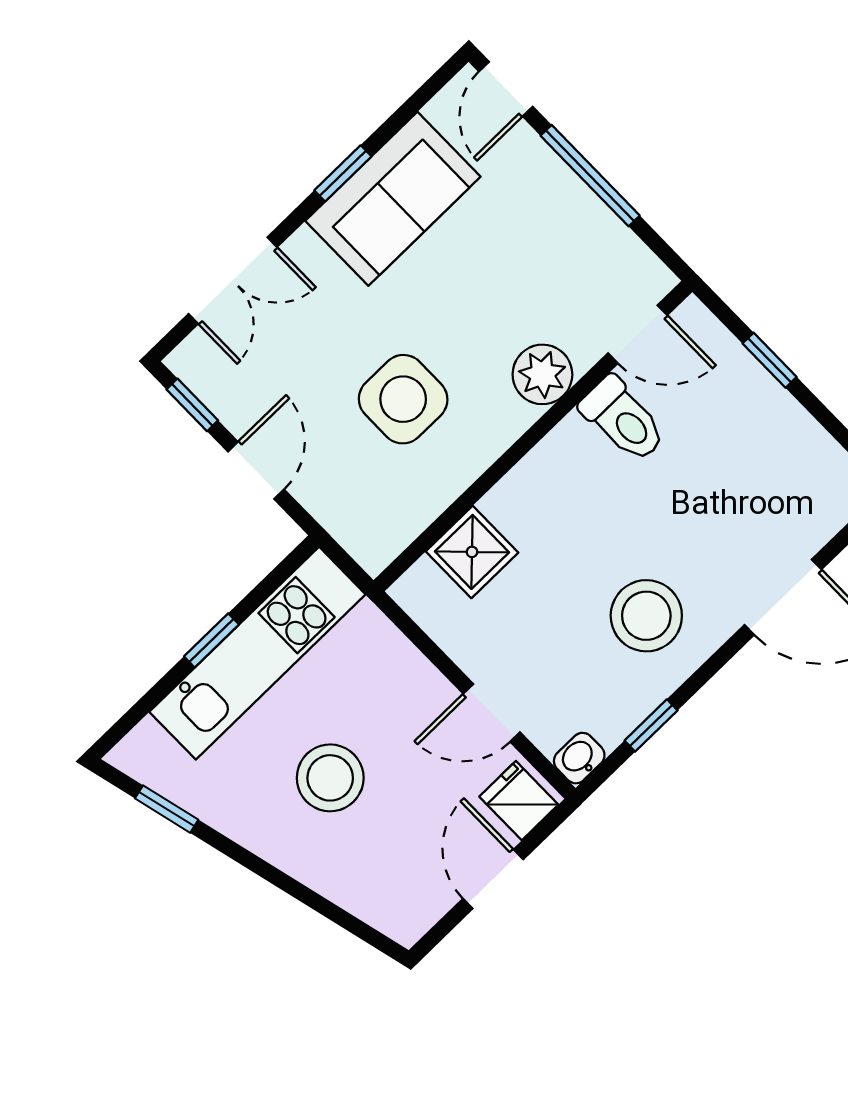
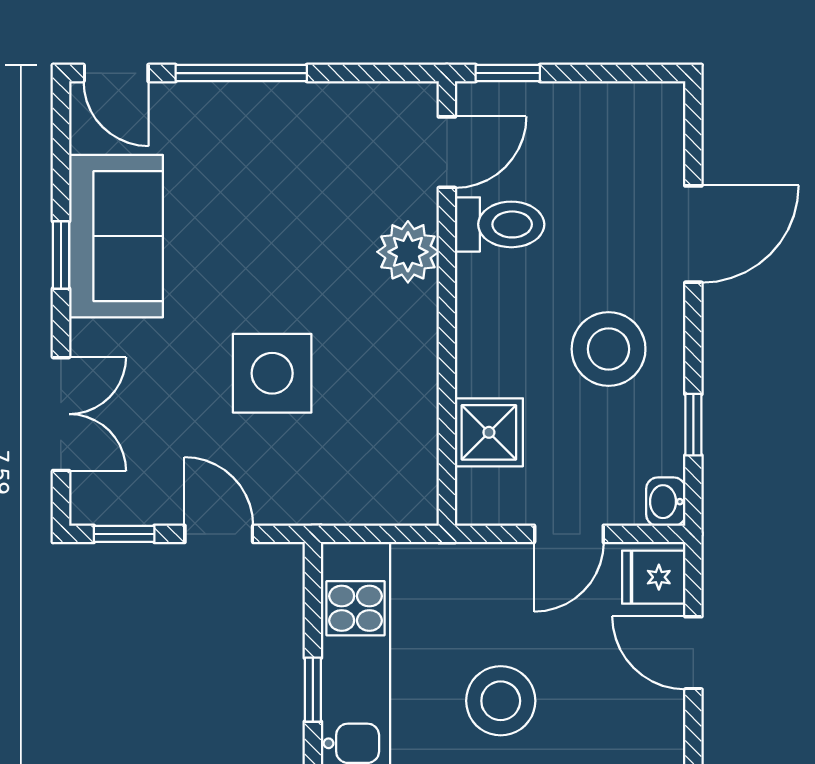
door: (638, 334) -> (447, 152), moved
plant: (542, 374) -> (408, 252), moved
toilet: (623, 419) -> (500, 224), moved
wall: (533, 436) -> (447, 303), moved
shower: (472, 552) -> (489, 432), moved

